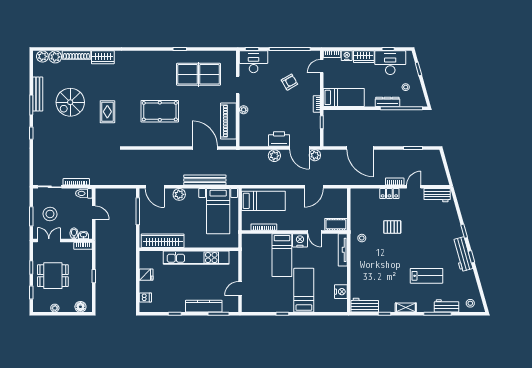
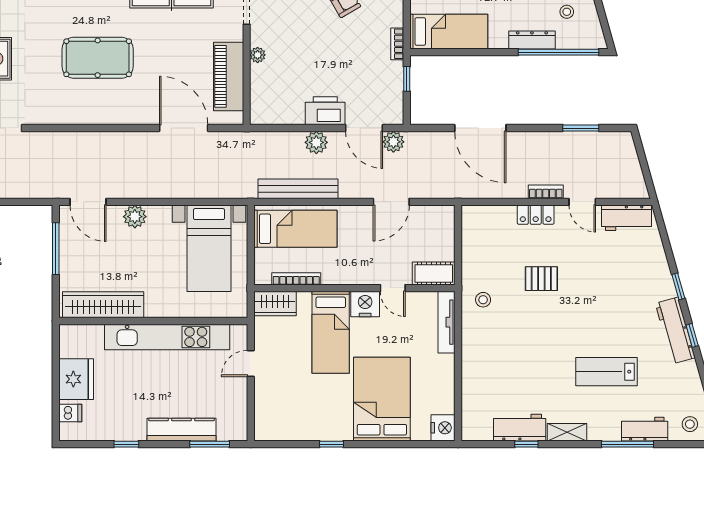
bench: (205, 180) -> (298, 189), moved
door: (414, 187) -> (582, 202), swing flipped
wardrobe: (253, 240) -> (275, 303), added
fridge: (146, 275) -> (76, 379), width x1.88, depth x1.34
lab bench: (426, 276) -> (606, 372), turned 180
door: (240, 289) -> (251, 364), moved
bed: (304, 290) -> (382, 399), width x1.50
nightstand: (341, 292) -> (443, 428), moved
workbench: (365, 305) -> (520, 428), moved

